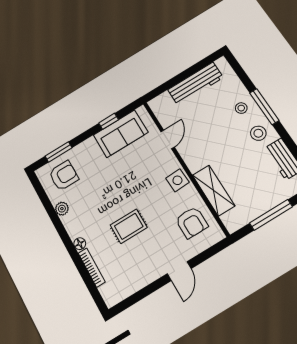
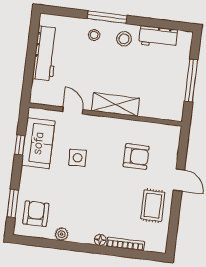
side table: (177, 180) -> (78, 158), moved
shelving: (213, 190) -> (116, 104), moved
armchair: (192, 222) -> (136, 156), moved
rug: (129, 226) -> (153, 206), moved

